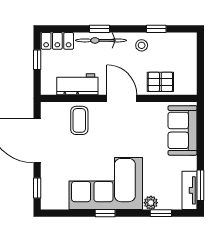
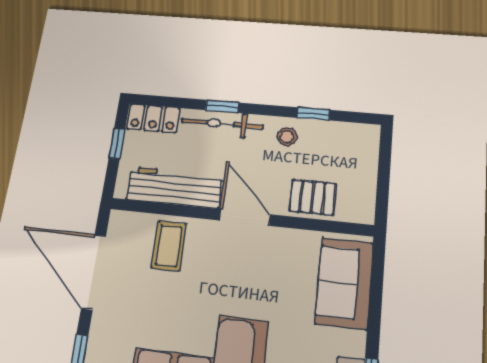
workbench: (77, 84) -> (174, 187), width x1.38

